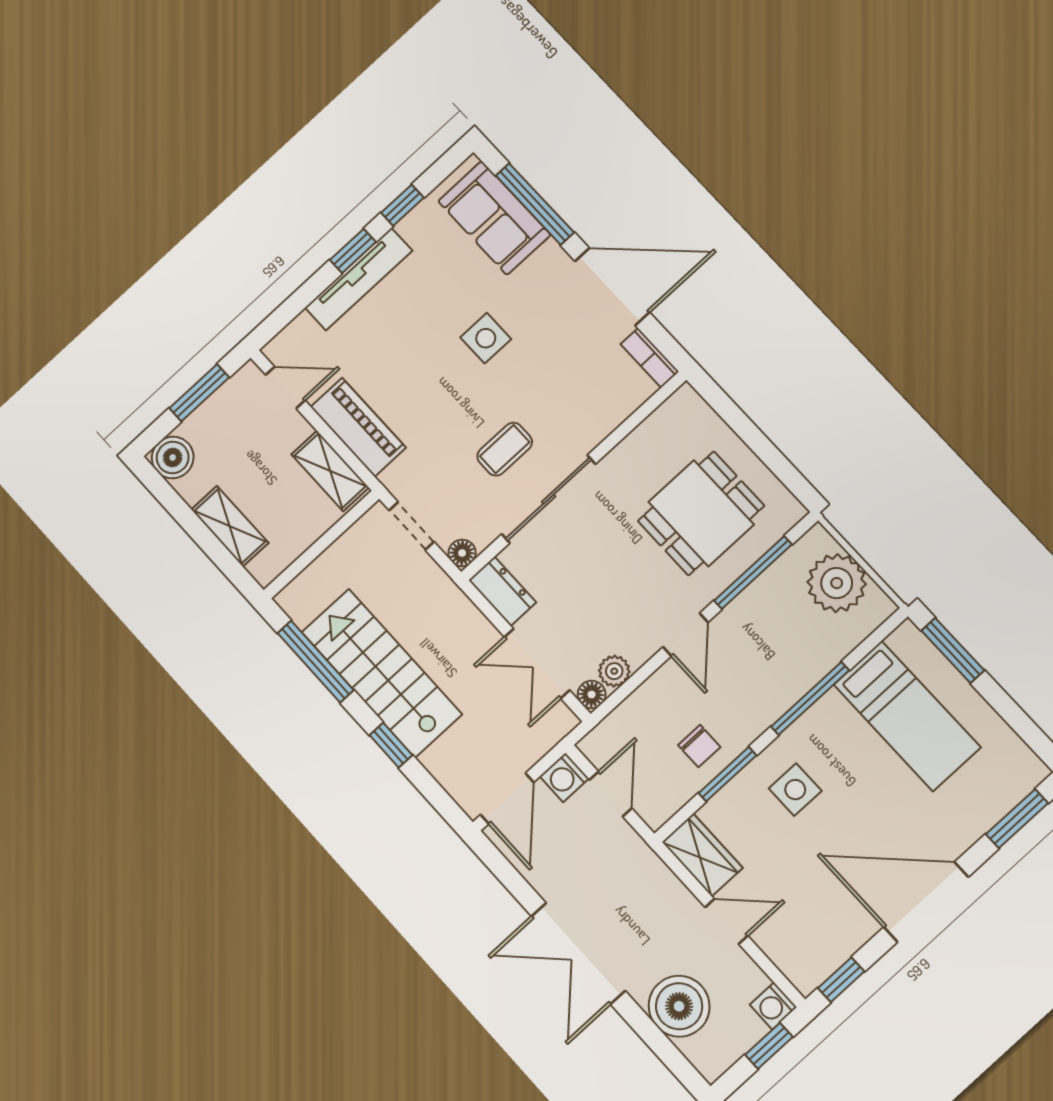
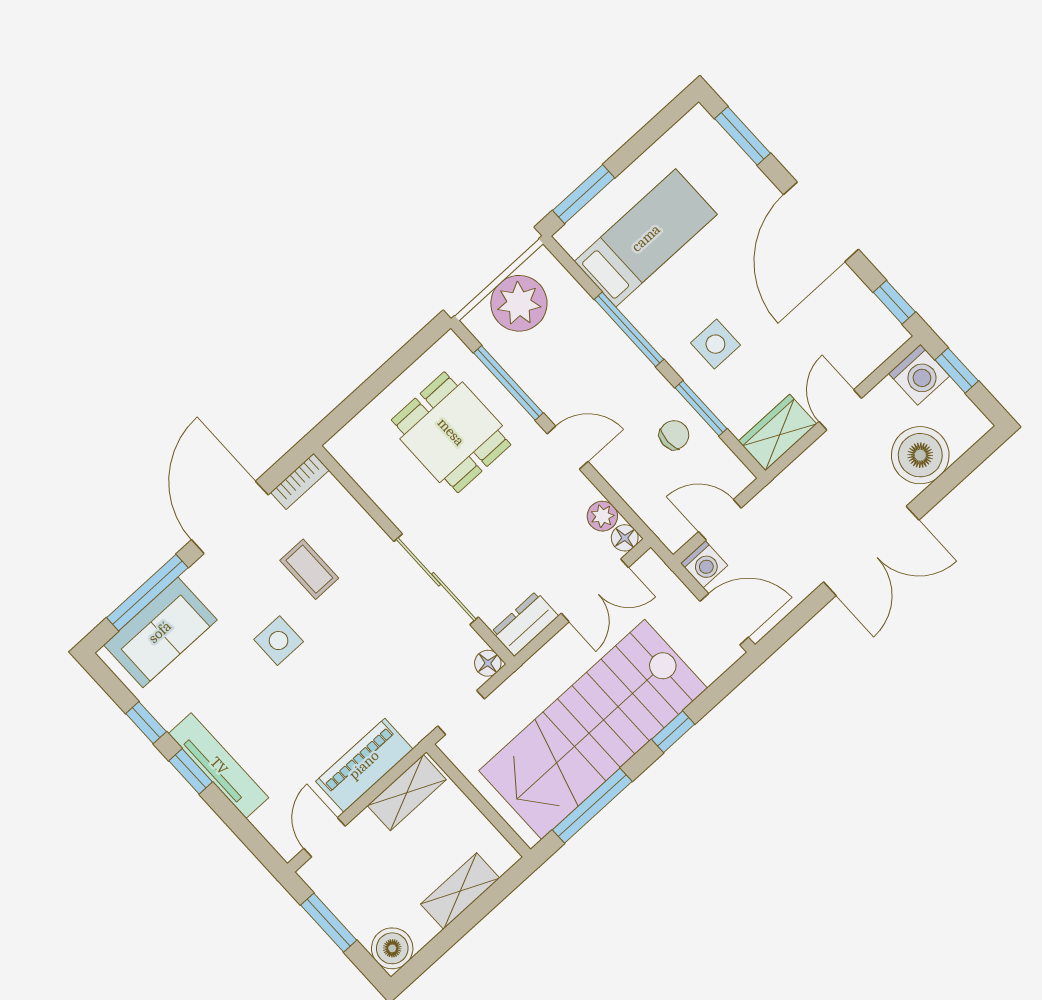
coffee table: (505, 449) -> (309, 569), moved
stairs: (382, 673) -> (593, 729), width x1.36, depth x1.51
washing machine: (773, 1006) -> (919, 375), width x1.38, depth x1.38

